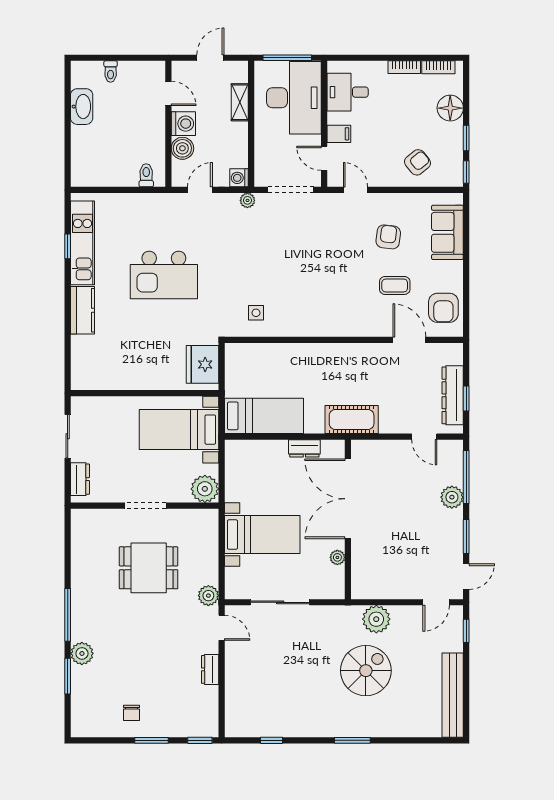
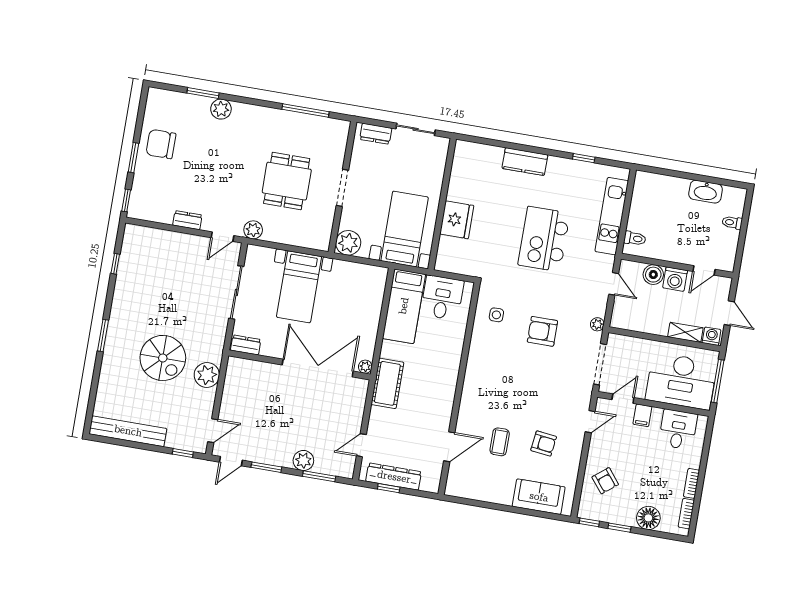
washing machine: (239, 178) -> (712, 336), moved
kitchen unit: (82, 243) -> (612, 216), moved, turned 90
armchair: (443, 308) -> (542, 331), moved
fridge: (203, 364) -> (457, 220), moved, turned 90
desk: (247, 375) -> (442, 298), added
dresser: (304, 448) -> (246, 345), moved, turned 90
window: (466, 477) -> (319, 476), width x0.69
plant: (337, 557) -> (365, 367), moved
door: (466, 577) -> (231, 461), hinge flipped
door: (436, 602) -> (213, 431), swing flipped
window: (68, 615) -> (306, 111), moved
chair: (132, 713) -> (161, 144), width x1.87, depth x1.87

